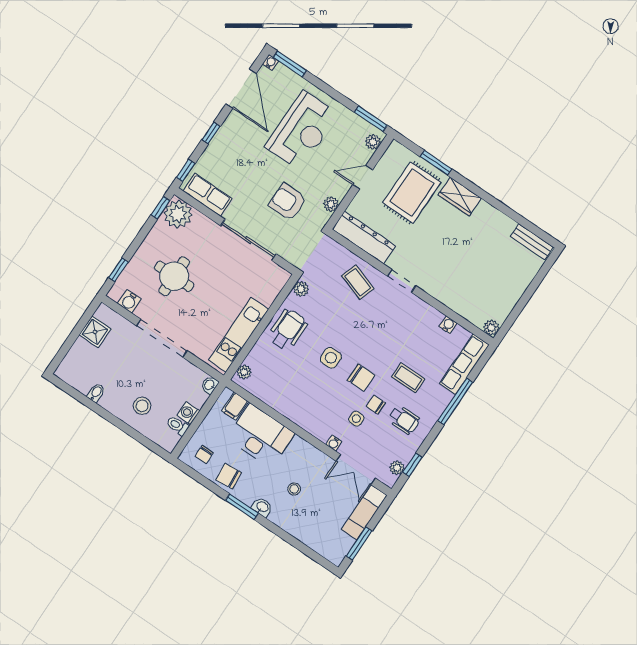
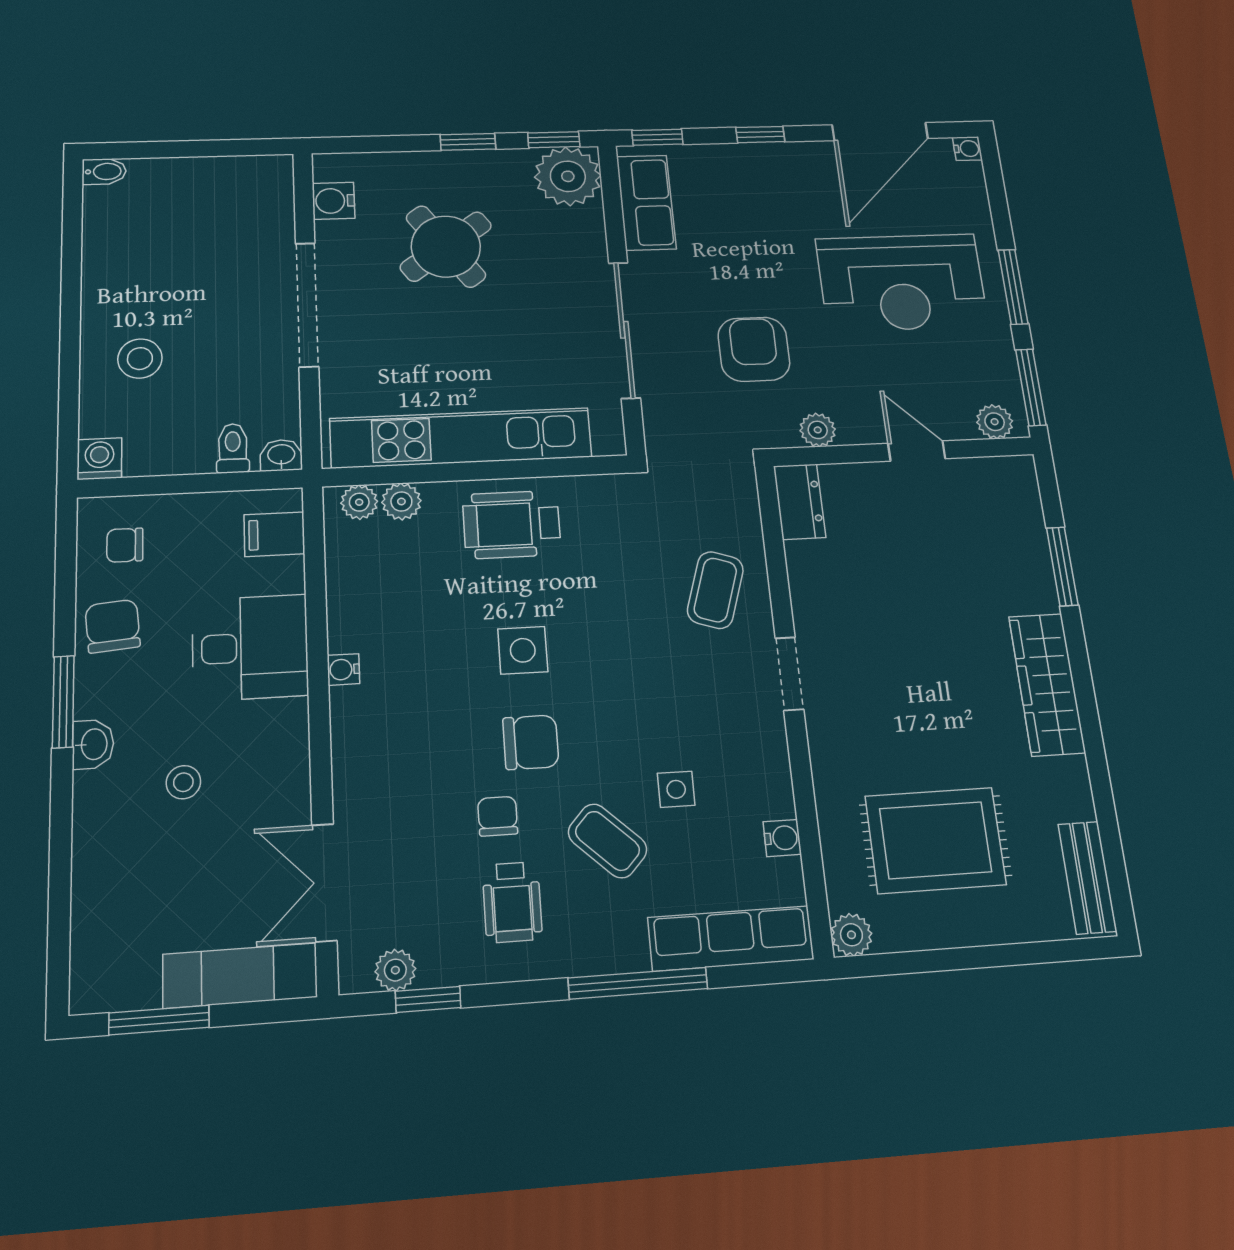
window: (290, 64) -> (1013, 287), moved
rug: (412, 193) -> (935, 840), moved
wardrobe: (460, 197) -> (1047, 684), width x1.50
dresser: (364, 237) -> (800, 502), width x0.51, depth x0.80
window: (118, 270) -> (468, 142), moved
round table: (174, 276) -> (446, 246), turned -36
plant: (301, 289) -> (401, 501), moved
wheelchair: (288, 330) -> (512, 524), turned 180
shower: (95, 332) -> (225, 180), removed
kitchen unit: (239, 335) -> (461, 438), width x1.36
chair: (361, 378) -> (531, 742), turned -90
coffee table: (408, 378) -> (608, 841), turned -47
bidet: (96, 393) -> (104, 172), moved
washing machine: (188, 413) -> (100, 459), moved
side table: (356, 419) -> (676, 789), moved
toilet: (178, 426) -> (233, 448), moved
desk: (261, 436) -> (250, 647), width x0.73
water cooler: (334, 443) -> (343, 669), moved

